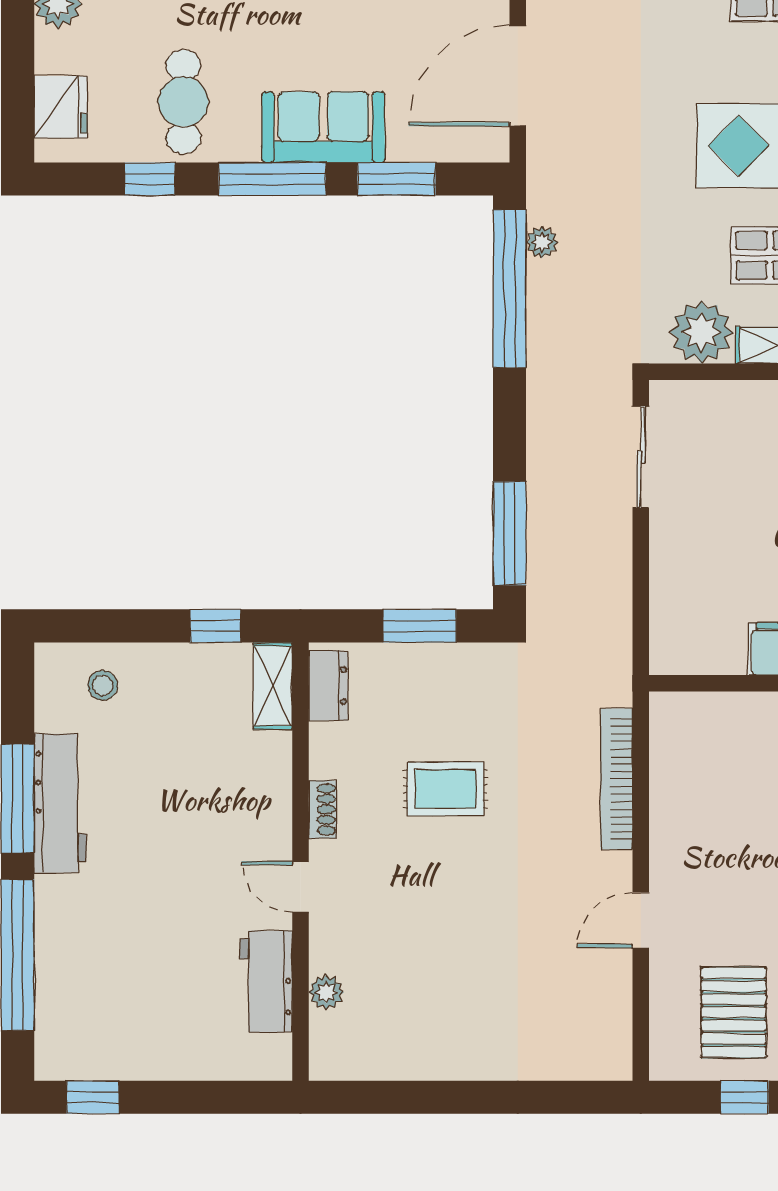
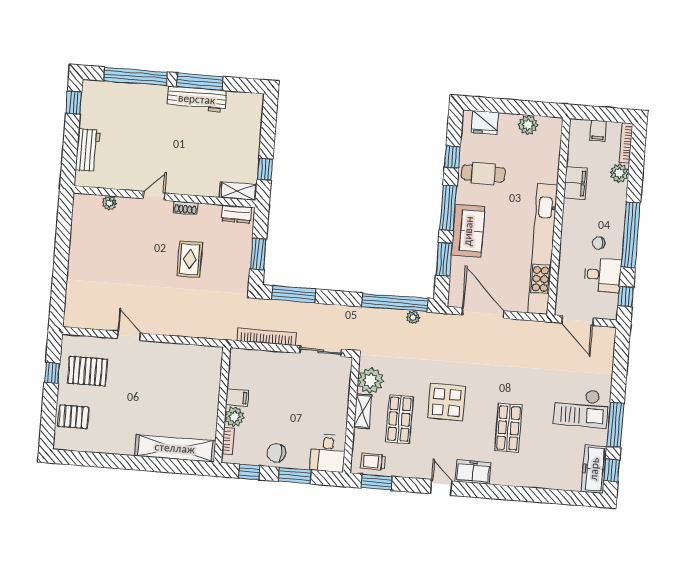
stool: (103, 685) -> (244, 121), removed
bookcase: (617, 779) -> (267, 337), moved
workbench: (266, 981) -> (88, 150), moved, turned 90

